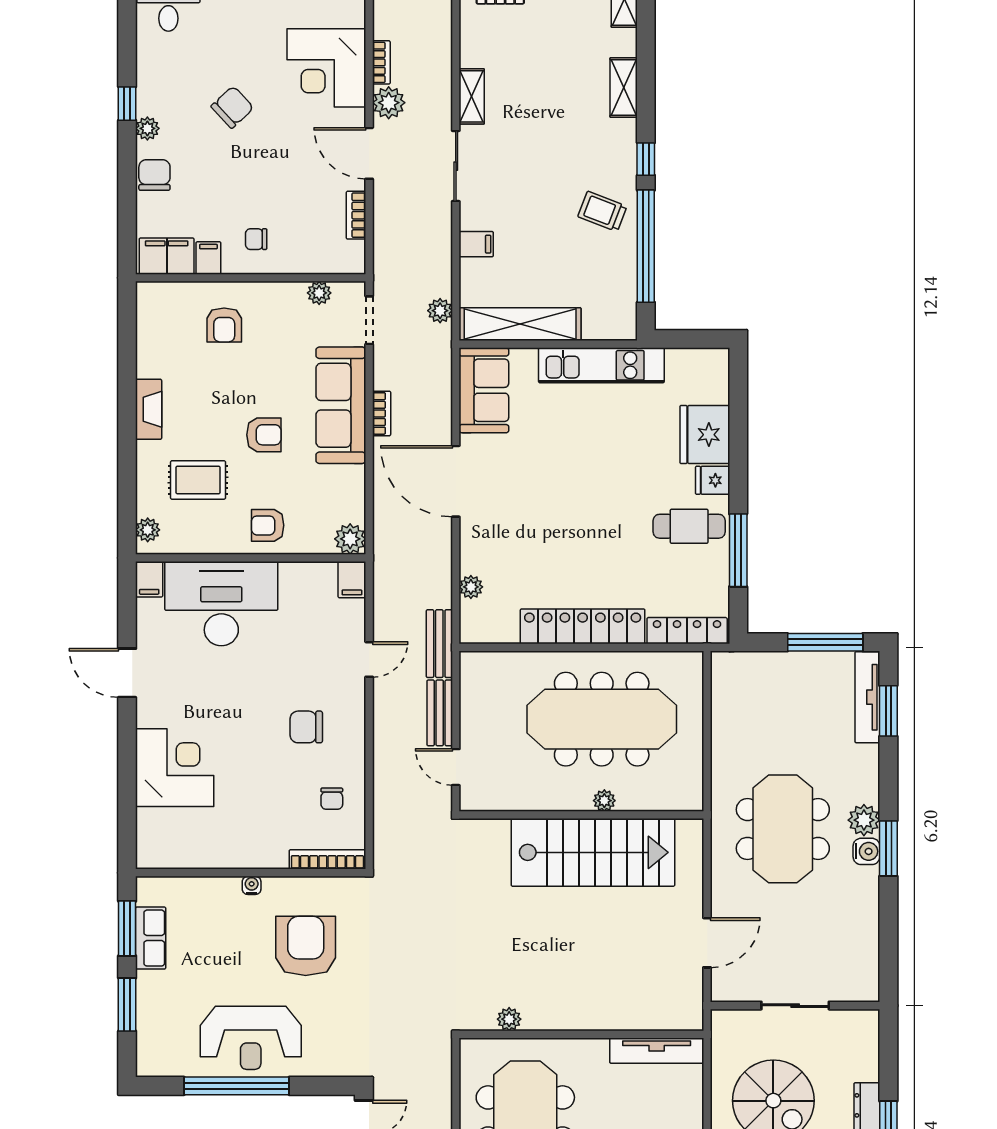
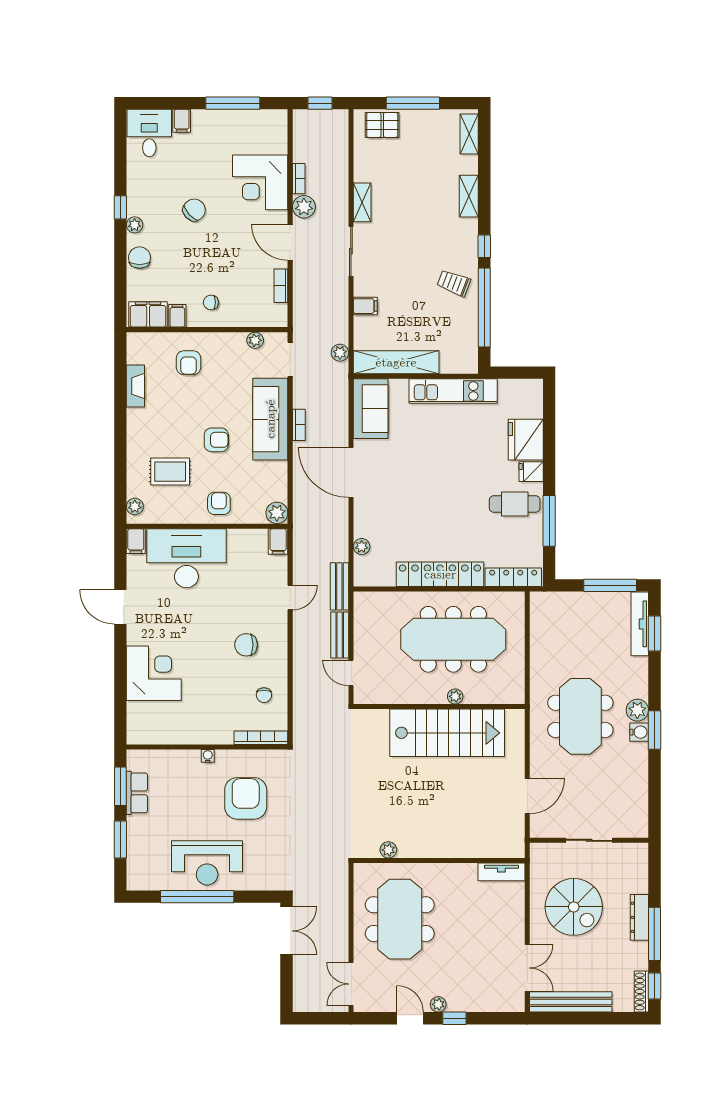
fireplace: (149, 409) -> (135, 386), moved
armchair: (268, 525) -> (219, 503), turned 90
tv unit: (657, 1051) -> (501, 872), width x0.71

